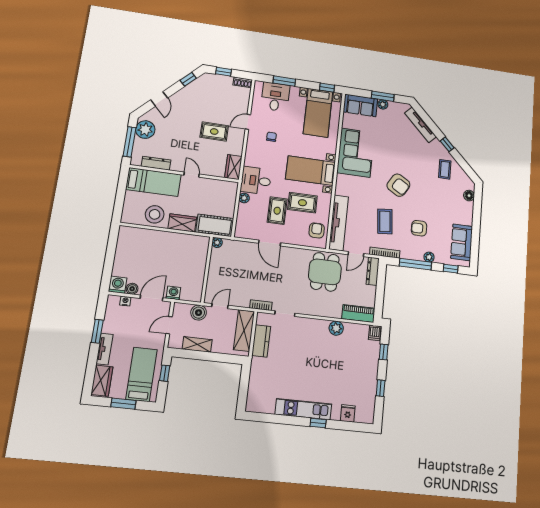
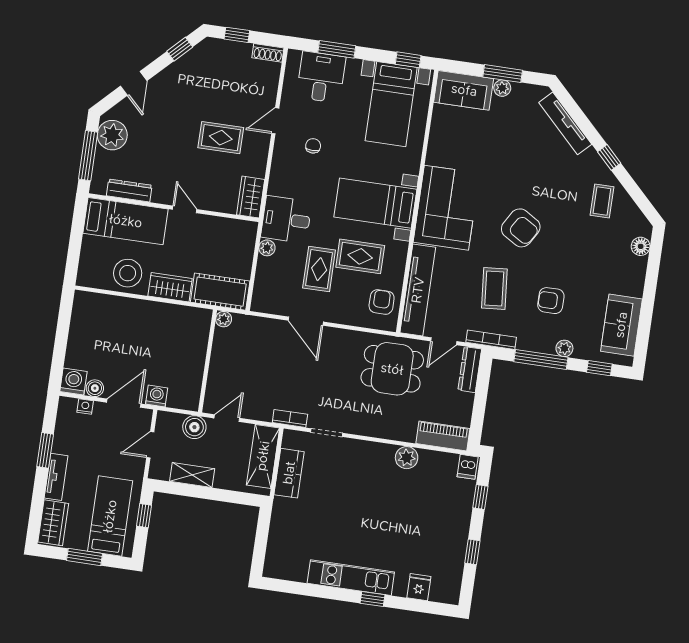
corner sofa: (356, 153) -> (446, 208), moved
dining table: (325, 272) -> (392, 369), turned 90

